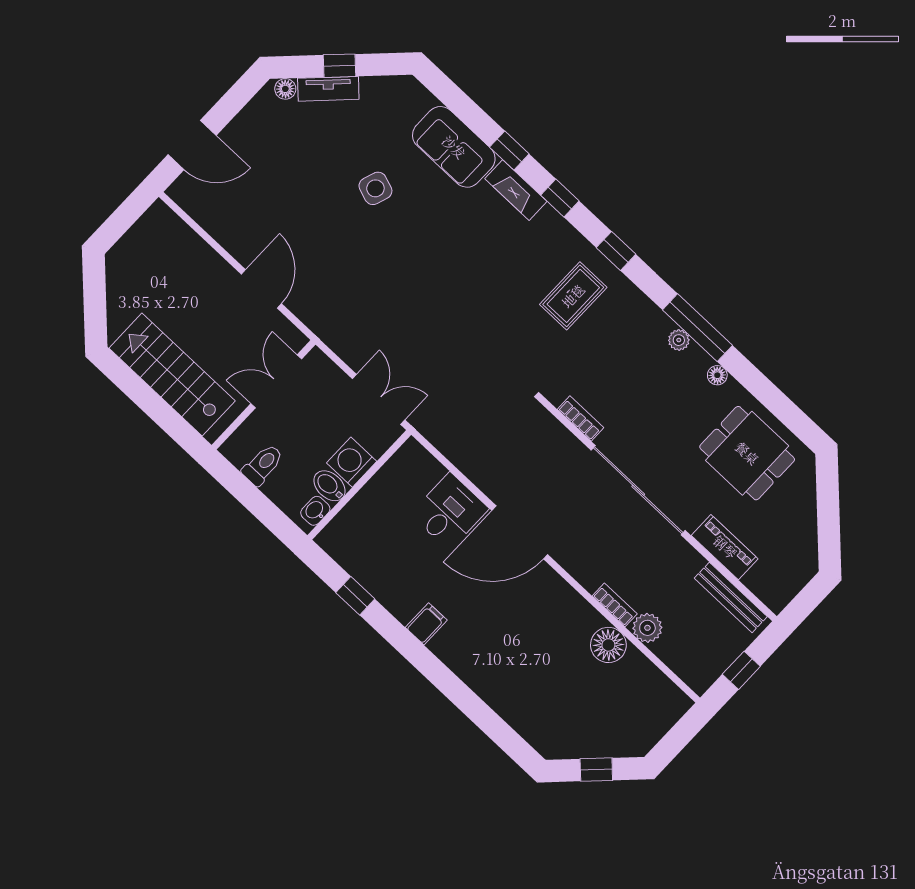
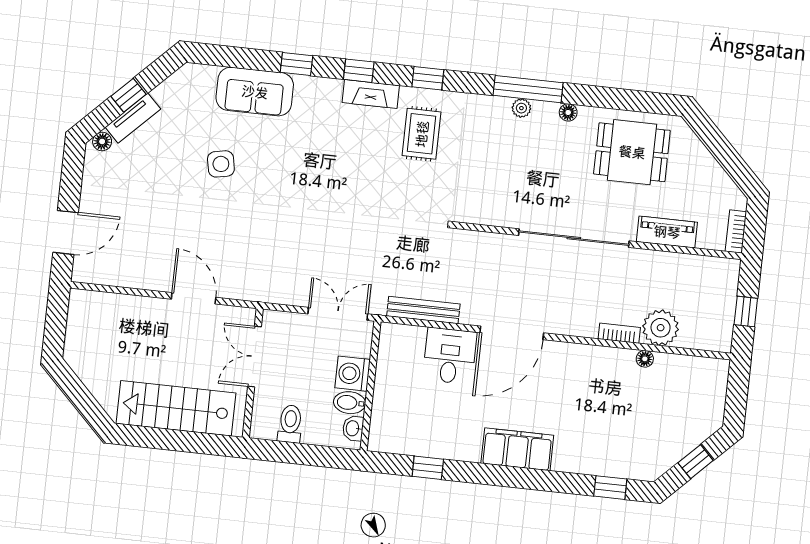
side table: (375, 188) -> (221, 164), turned -30
fireplace: (516, 190) -> (371, 94), moved
bookcase: (581, 418) -> (736, 232), moved, turned -90
bench: (731, 597) -> (423, 310), moved
filing cabinet: (426, 624) -> (517, 449), width x3.00, depth x1.17
plant: (647, 628) -> (661, 328), width x1.36, depth x1.36
floor lamp: (608, 645) -> (645, 359), width x0.53, depth x0.53
window: (503, 735) -> (610, 488), added

